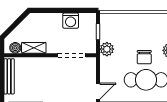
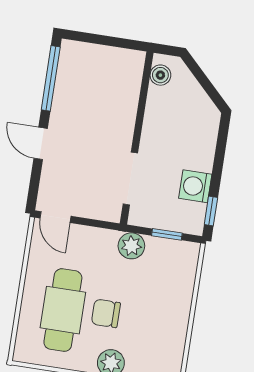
window: (82, 10) -> (211, 211), added
shelving: (34, 48) -> (155, 110), removed
bench: (9, 76) -> (109, 55), removed

